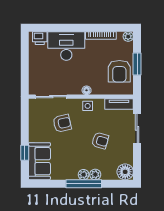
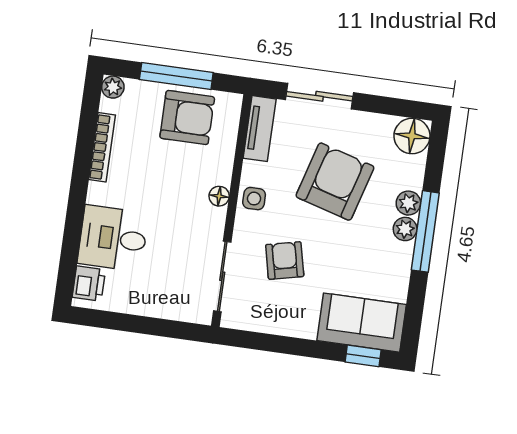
desk: (66, 46) -> (113, 238), width x0.73
window: (137, 64) -> (176, 76), width x1.44
armchair: (100, 141) -> (335, 182), width x1.88, depth x1.88
window: (25, 153) -> (363, 356), moved

